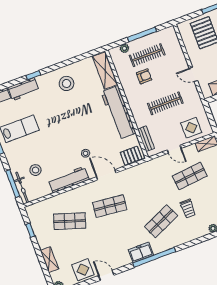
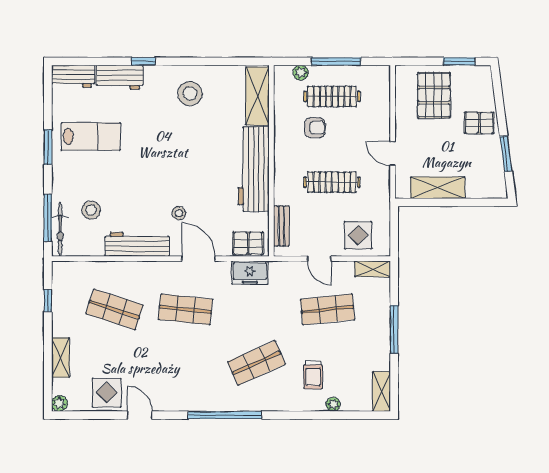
trolley: (188, 209) -> (313, 375), moved
freezer: (141, 252) -> (250, 273), moved, turned 180

